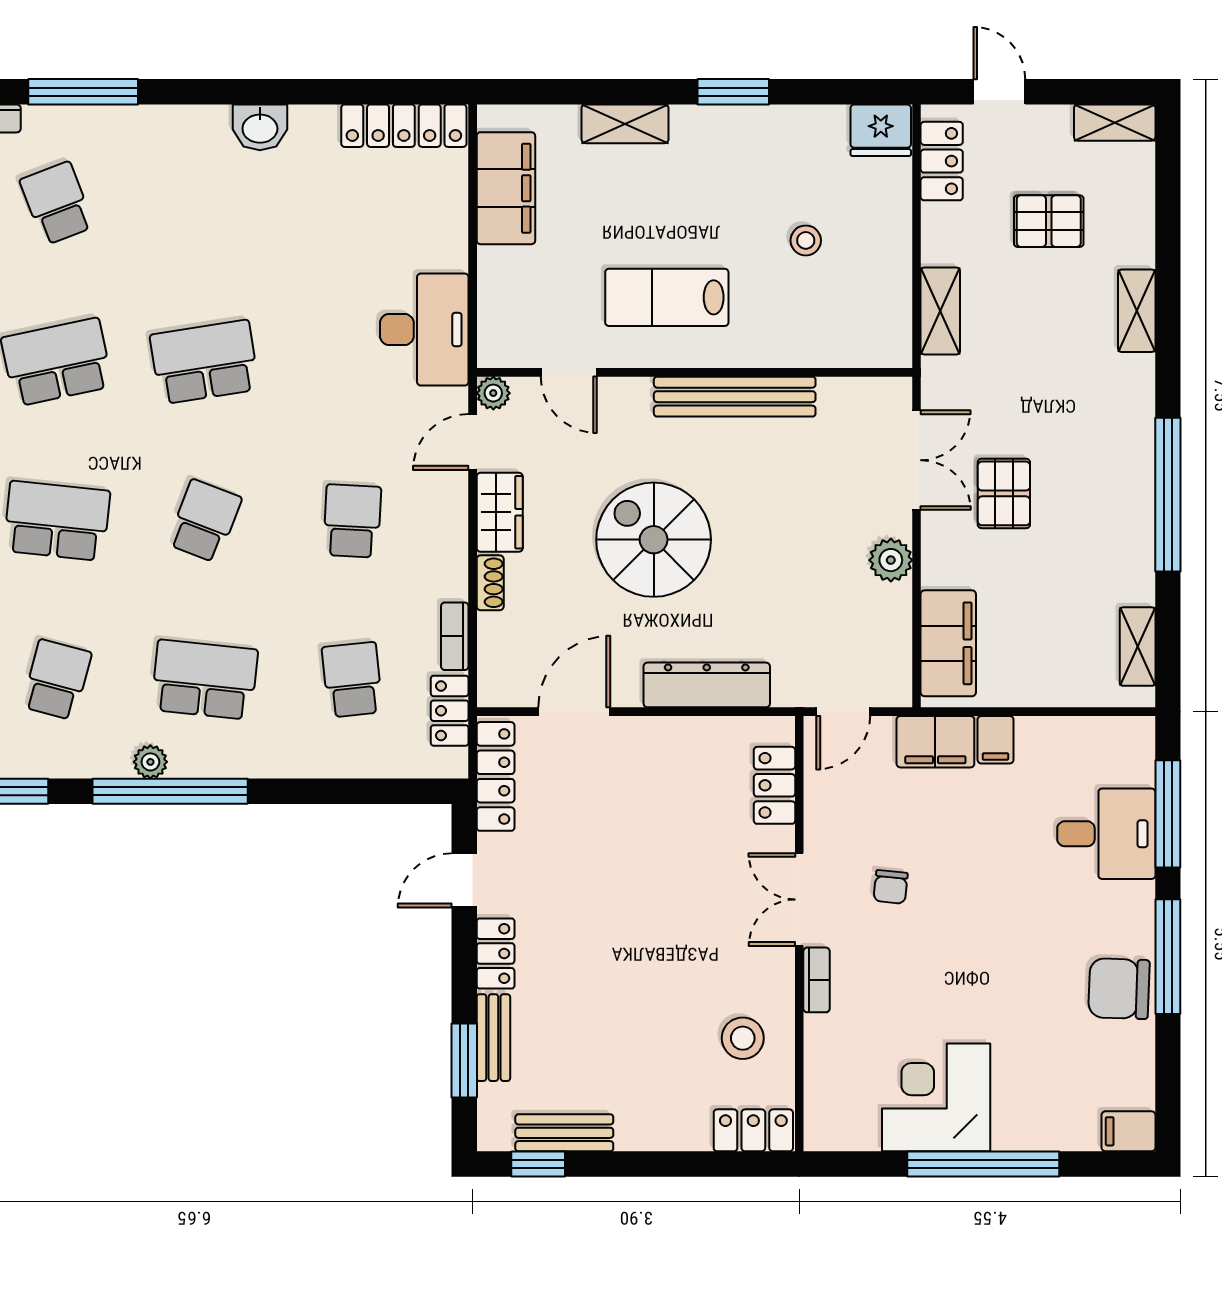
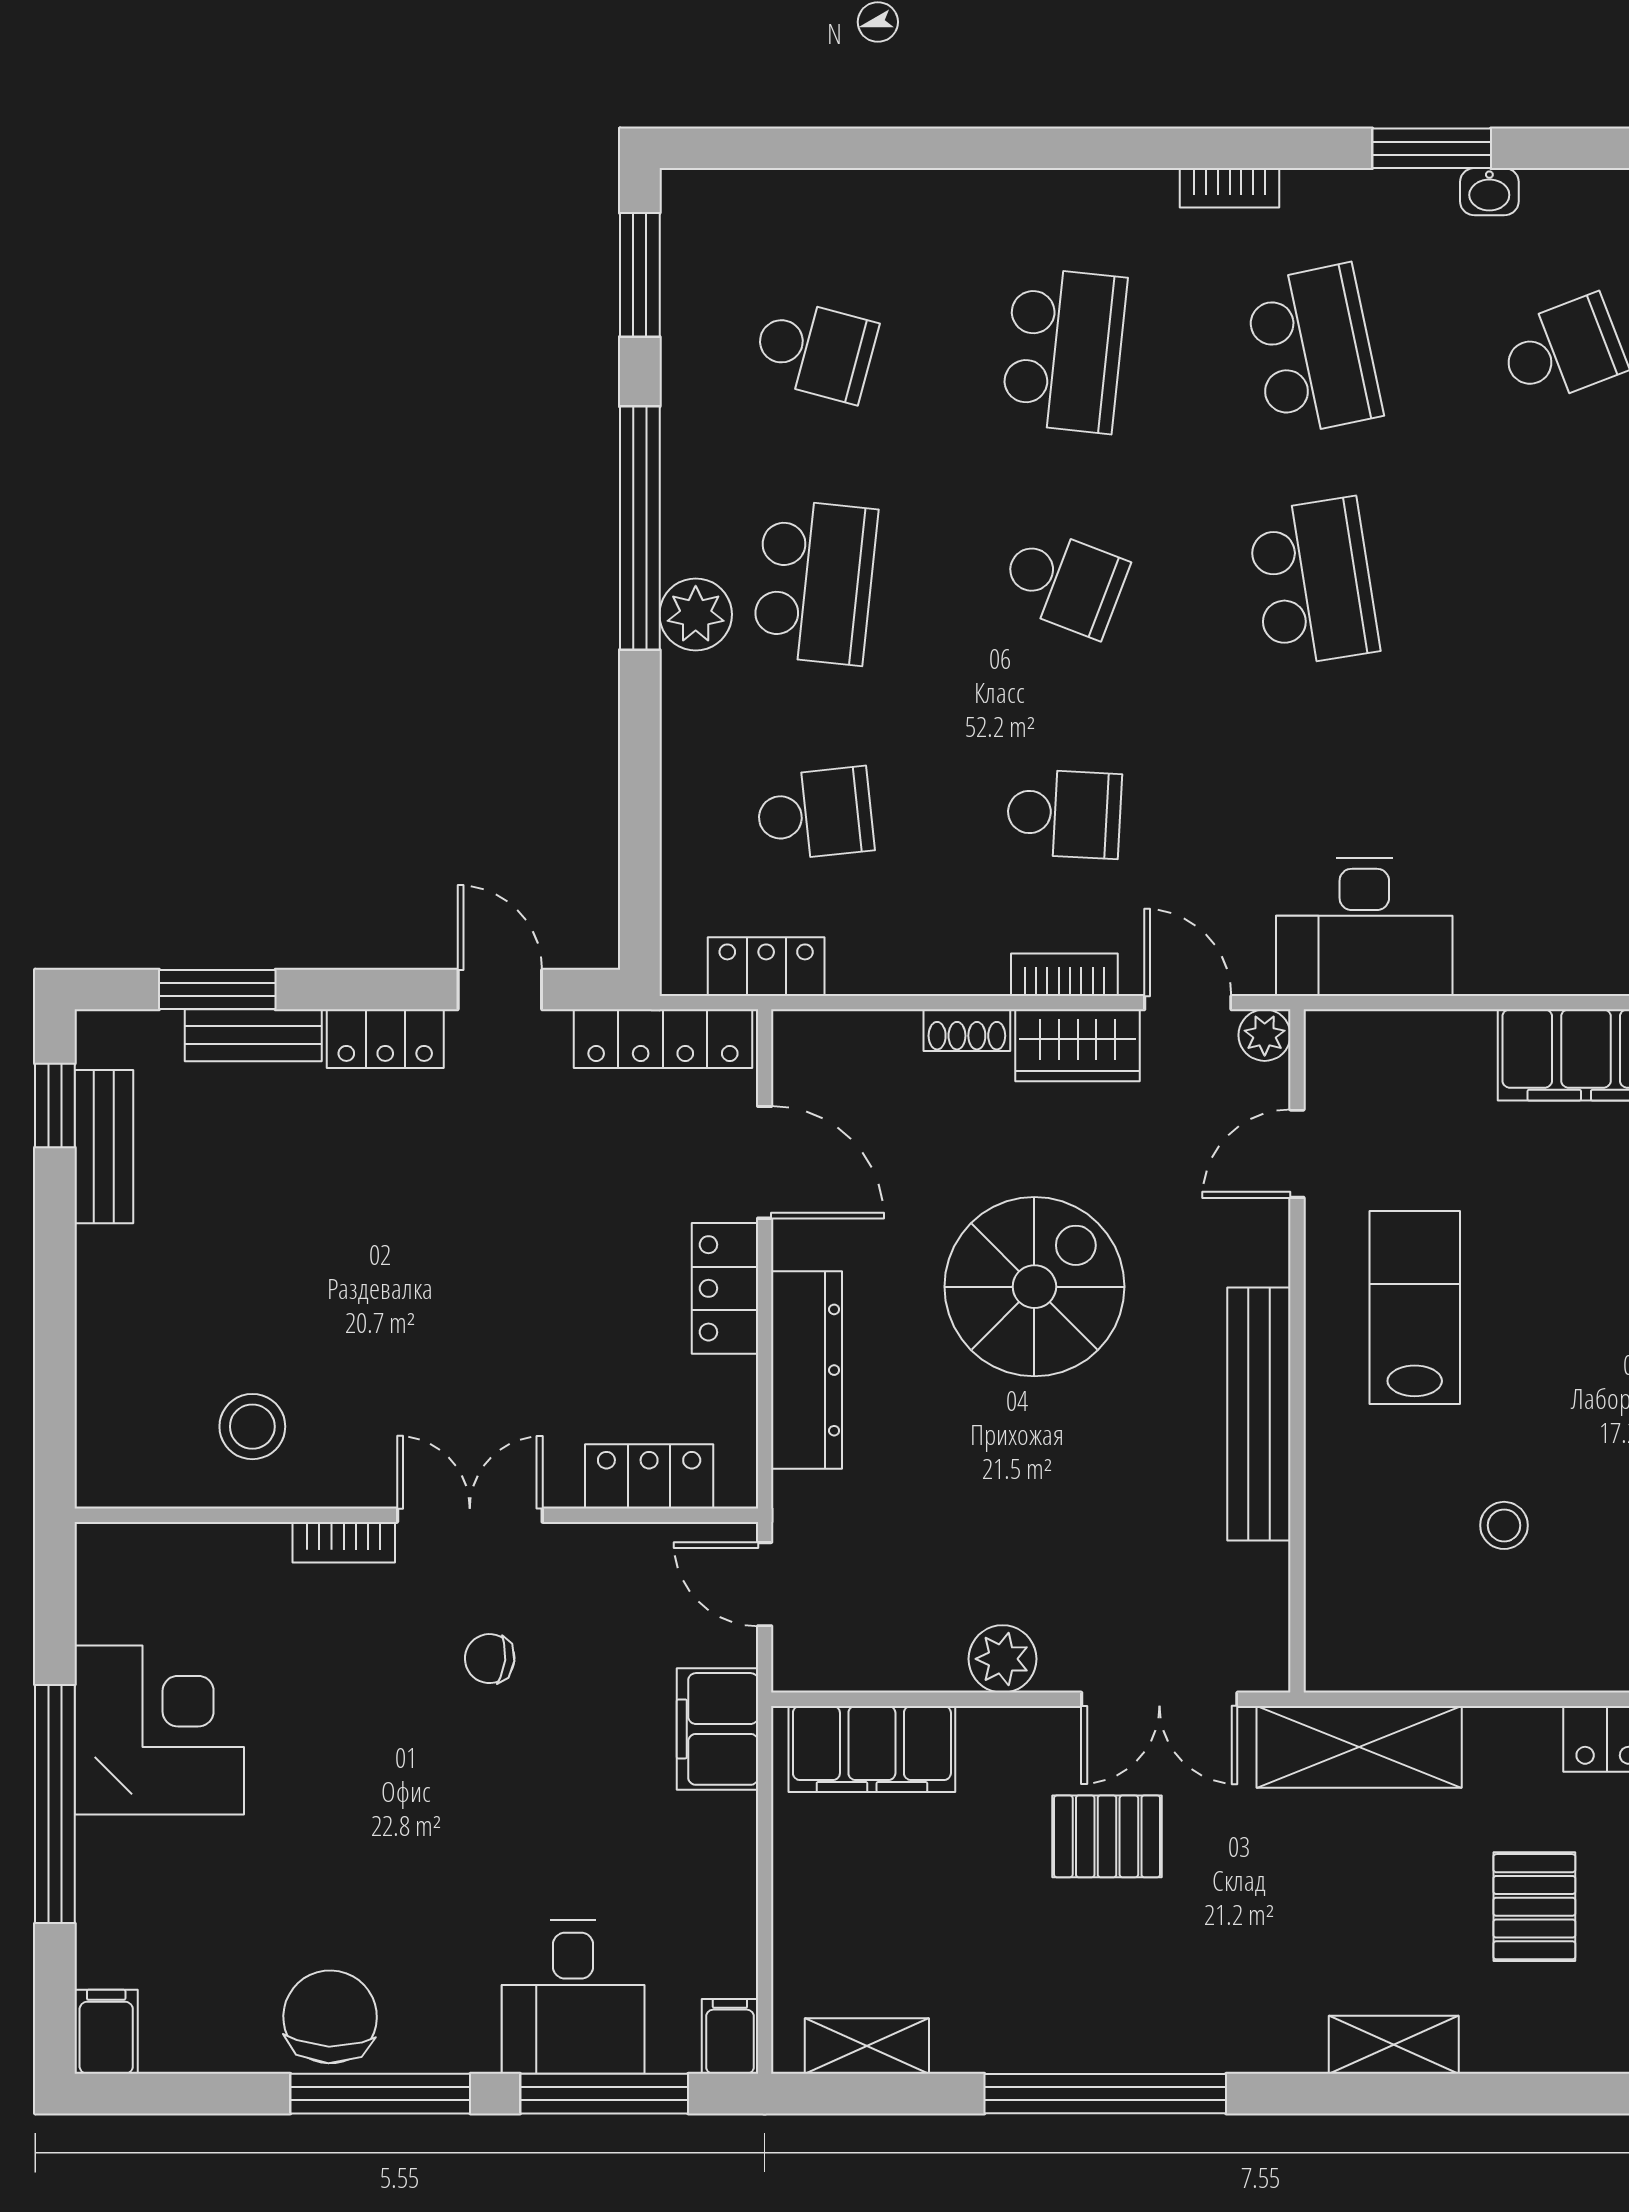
shelving: (940, 311) -> (1359, 1747), width x1.50, depth x1.33
bookcase: (455, 636) -> (1064, 975), moved
filing cabinet: (996, 740) -> (730, 2036), moved, turned 90
plant: (150, 762) -> (696, 614), moved, width x1.38, depth x1.38
locker: (753, 1130) -> (725, 1288), moved, turned 180

